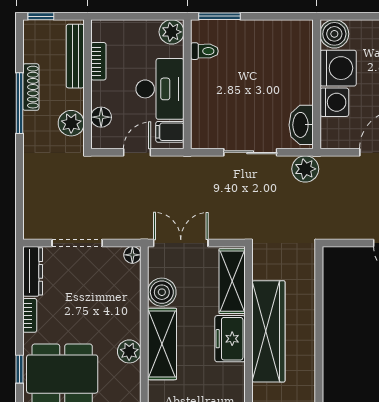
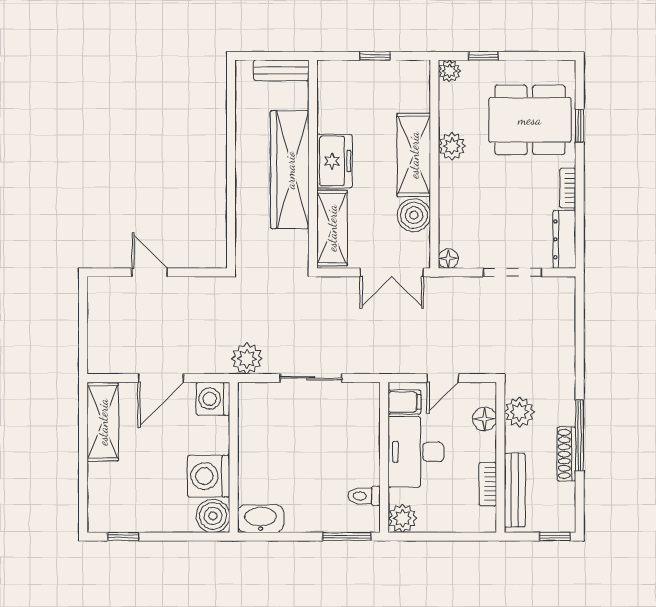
washing machine: (334, 102) -> (213, 399), moved
washbasin: (301, 125) -> (261, 519), moved, turned -90

